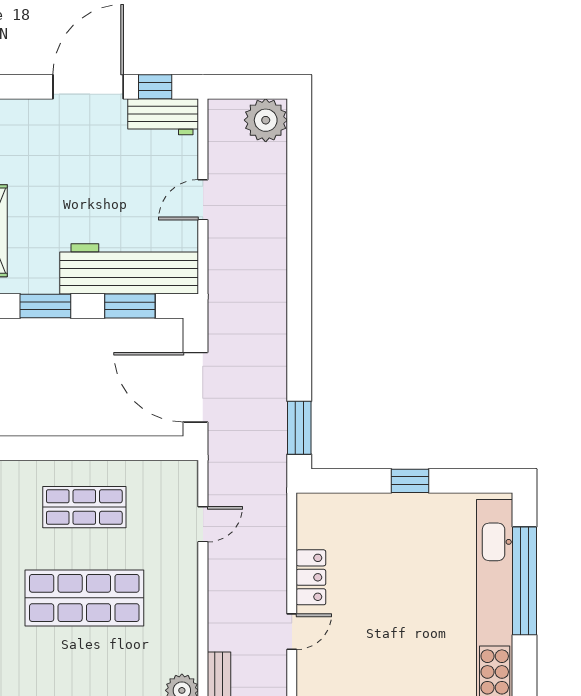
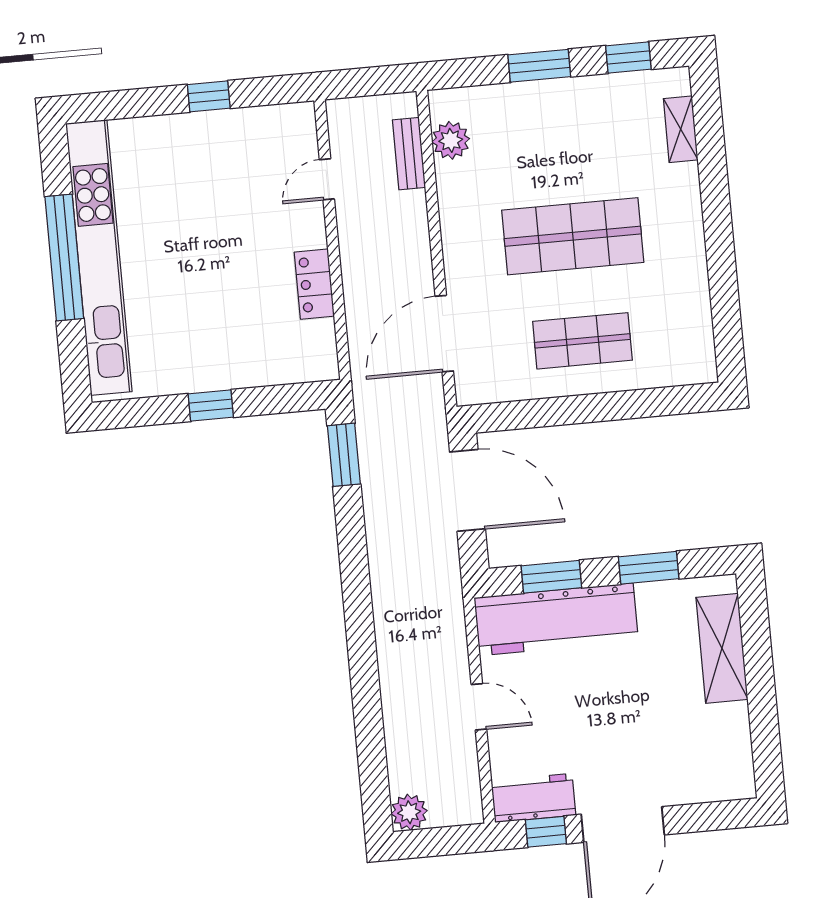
plant: (266, 120) -> (409, 812), width x0.73, depth x0.73
door: (203, 200) -> (479, 707), hinge flipped
door: (203, 524) -> (444, 334), width x1.88
window: (524, 581) -> (64, 258), moved
door: (292, 632) -> (327, 179), moved

